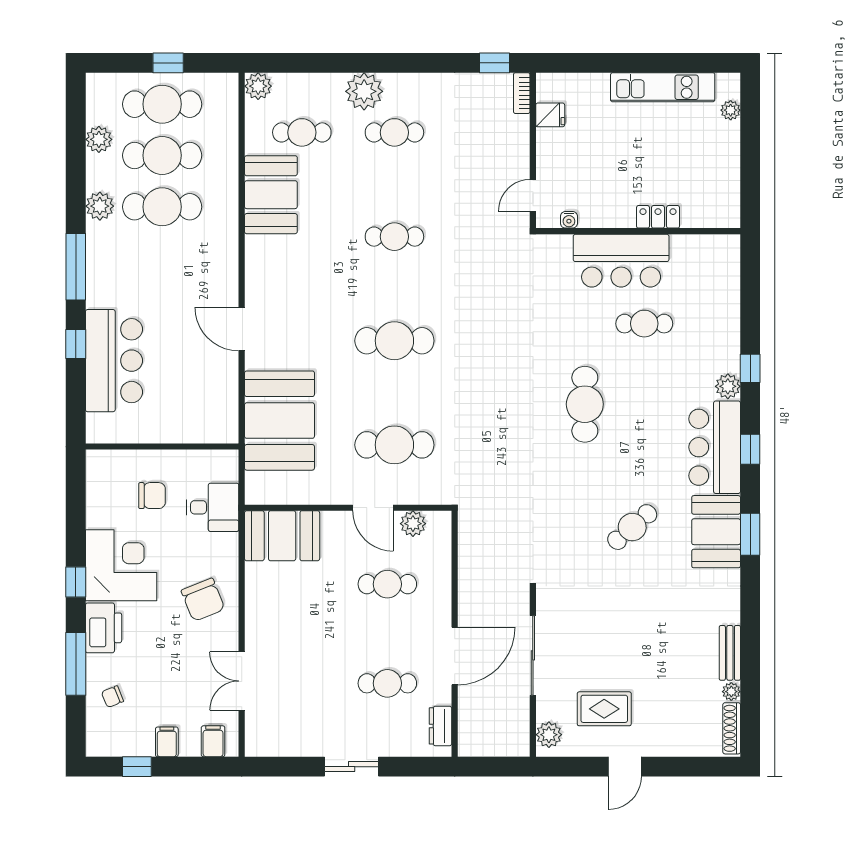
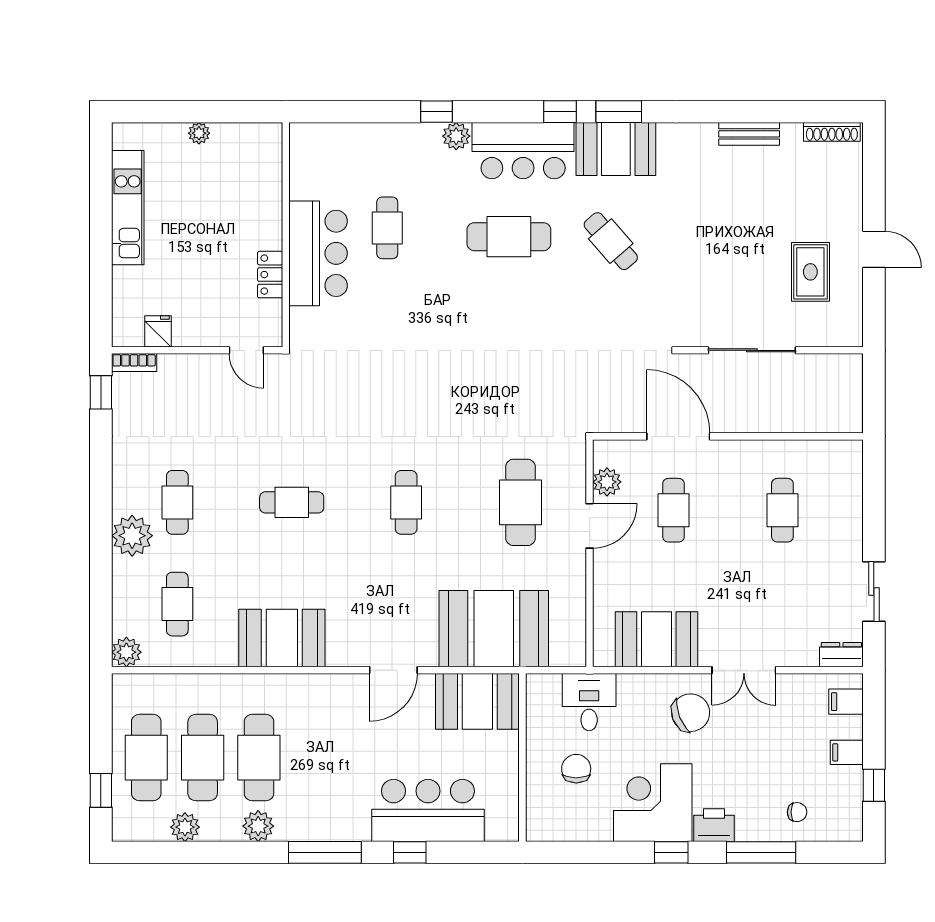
window: (168, 63) -> (101, 790), moved
plant: (731, 110) -> (199, 133), moved
booth: (271, 195) -> (282, 638), moved
locker: (658, 217) -> (270, 275), moved
water cooler: (569, 220) -> (273, 311), removed
cafe table: (394, 237) -> (292, 502), turned 90
cafe table: (394, 341) -> (406, 502), width x0.73, depth x0.74
cafe table: (585, 404) -> (509, 237), moved
booth: (213, 406) -> (477, 701), added
window: (750, 449) -> (560, 112), moved
booth: (282, 536) -> (656, 639), moved, turned 90
printer: (104, 628) -> (714, 825), width x0.73, depth x0.84
door: (455, 656) -> (678, 436), moved
double door: (242, 681) -> (744, 670), moved
plant: (731, 692) -> (791, 132), removed
chair: (112, 697) -> (797, 812), turned -68
dresser: (440, 726) -> (841, 655), moved, turned 180
plant: (549, 735) -> (839, 333), removed
sliding door: (352, 767) -> (874, 591), moved

